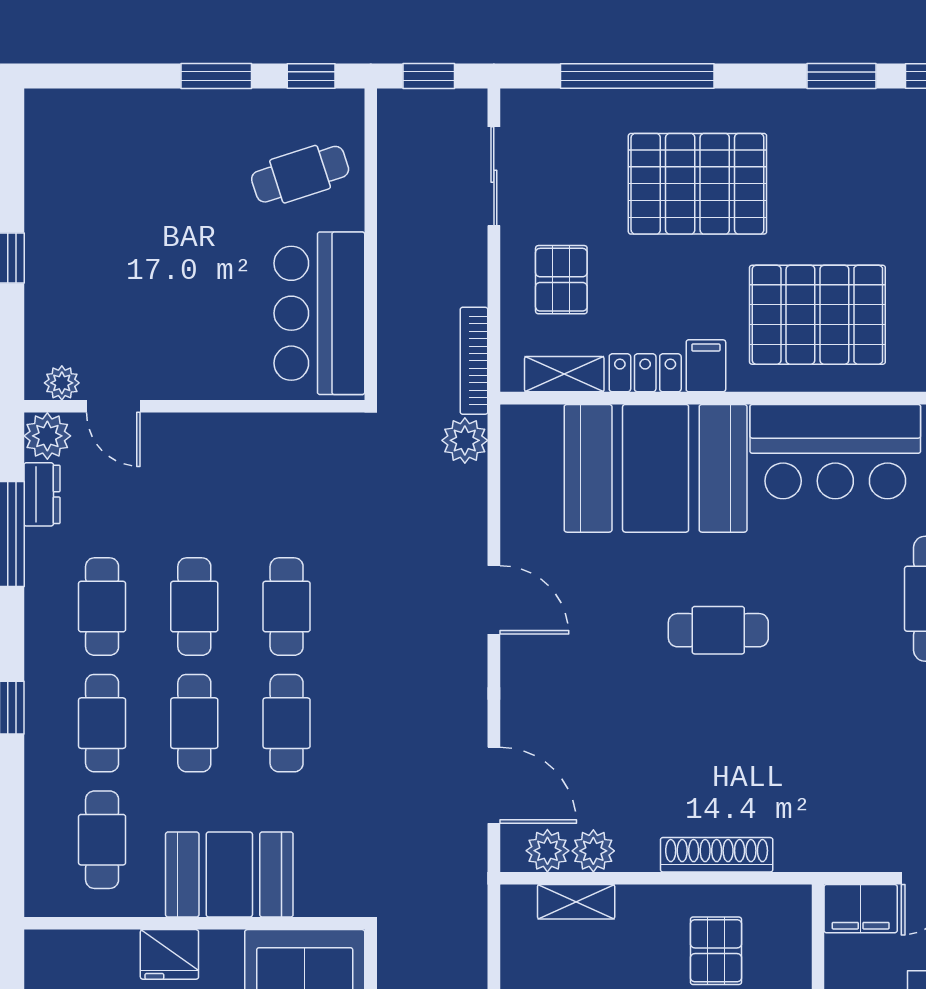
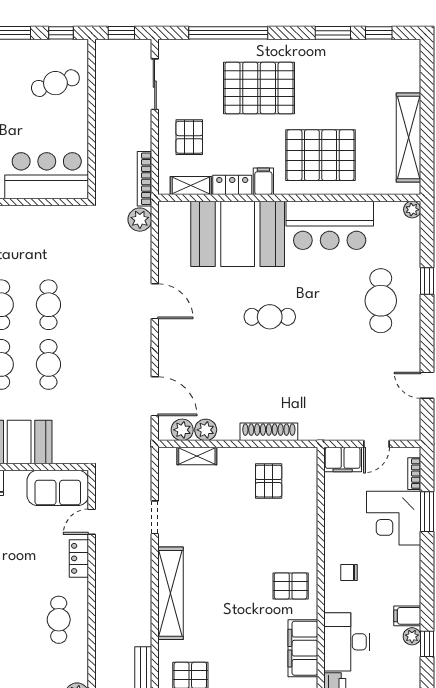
bar counter: (319, 313) -> (47, 176), moved, turned 90

